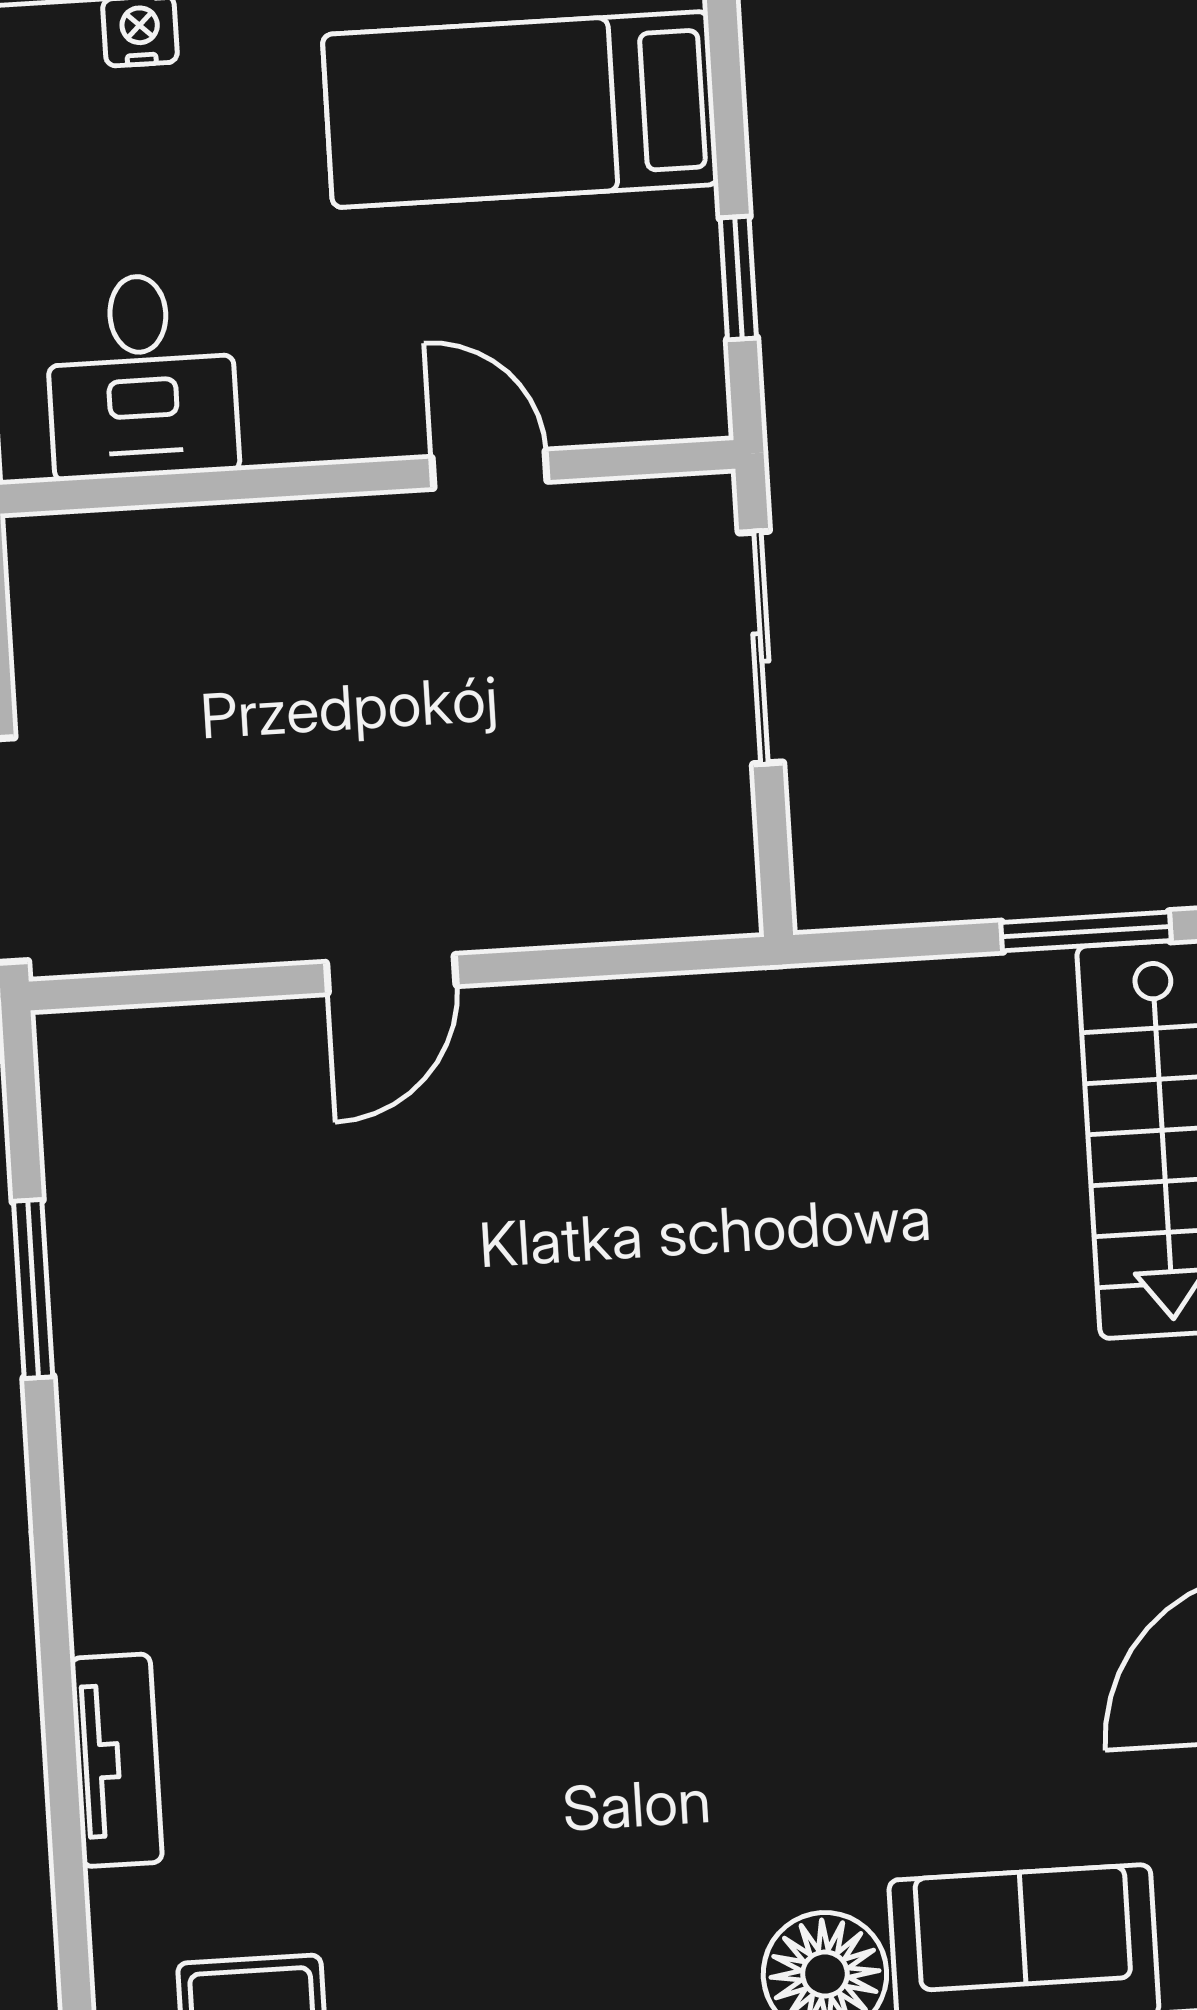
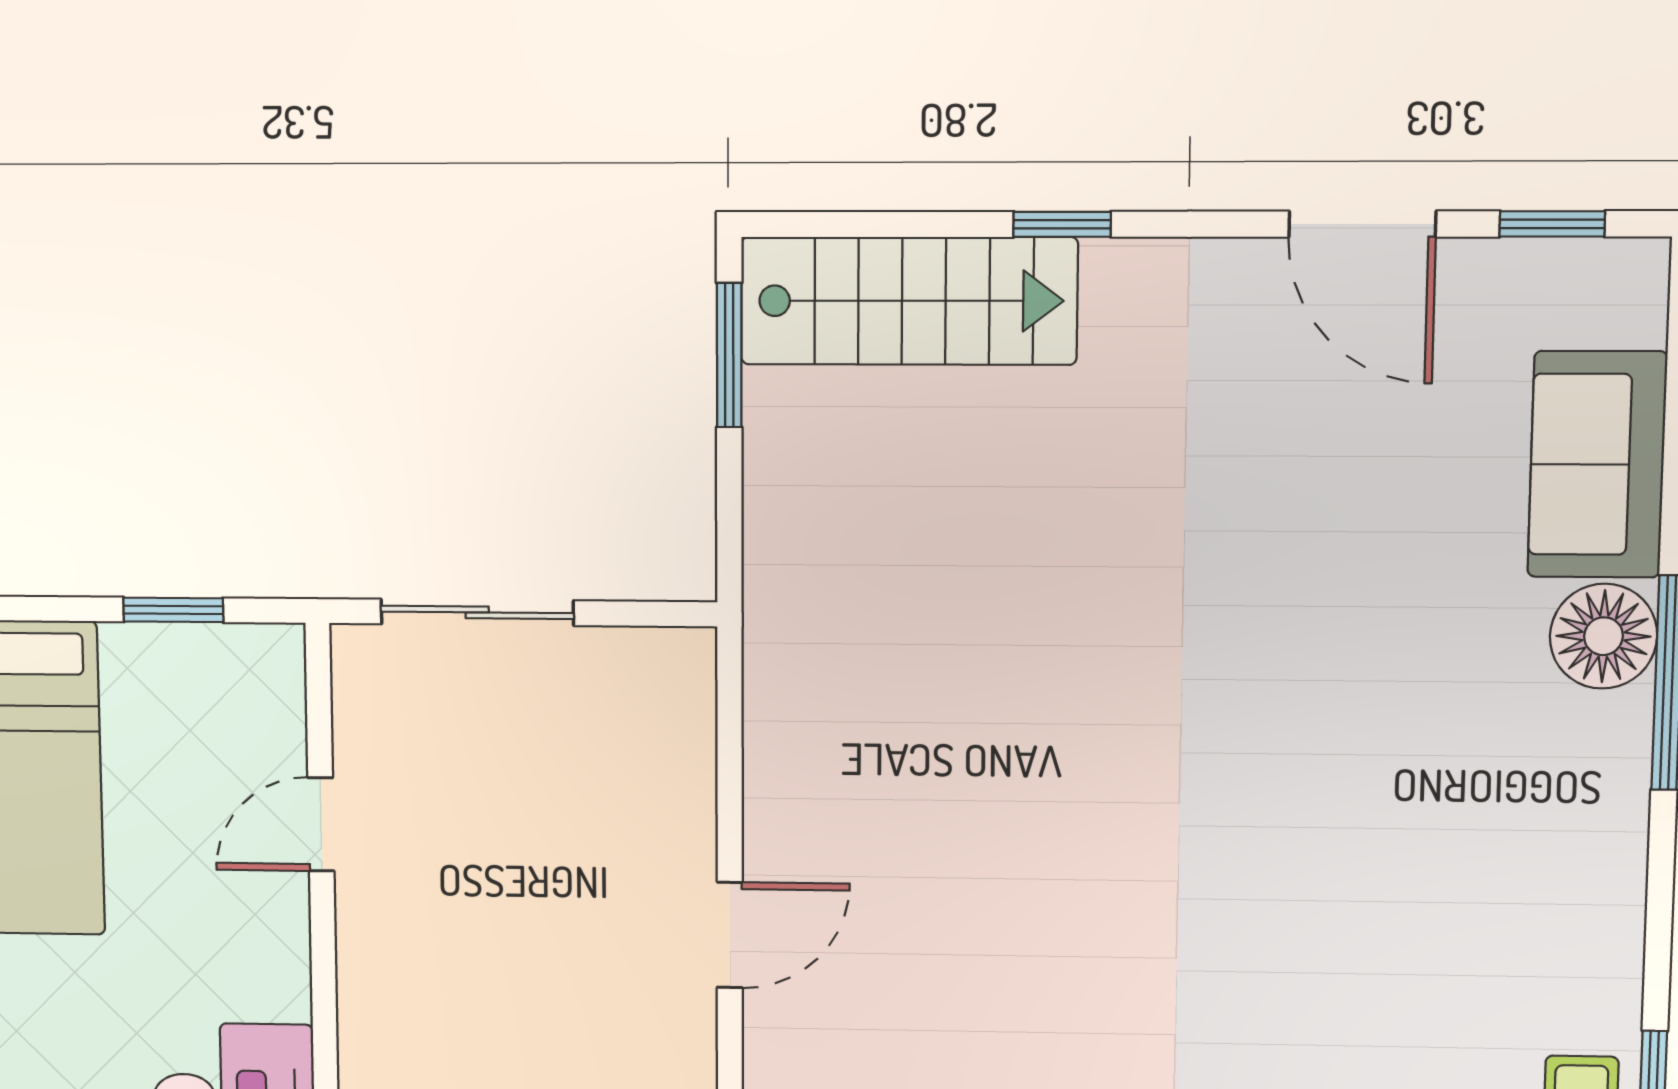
door: (391, 974) -> (730, 935), hinge flipped

